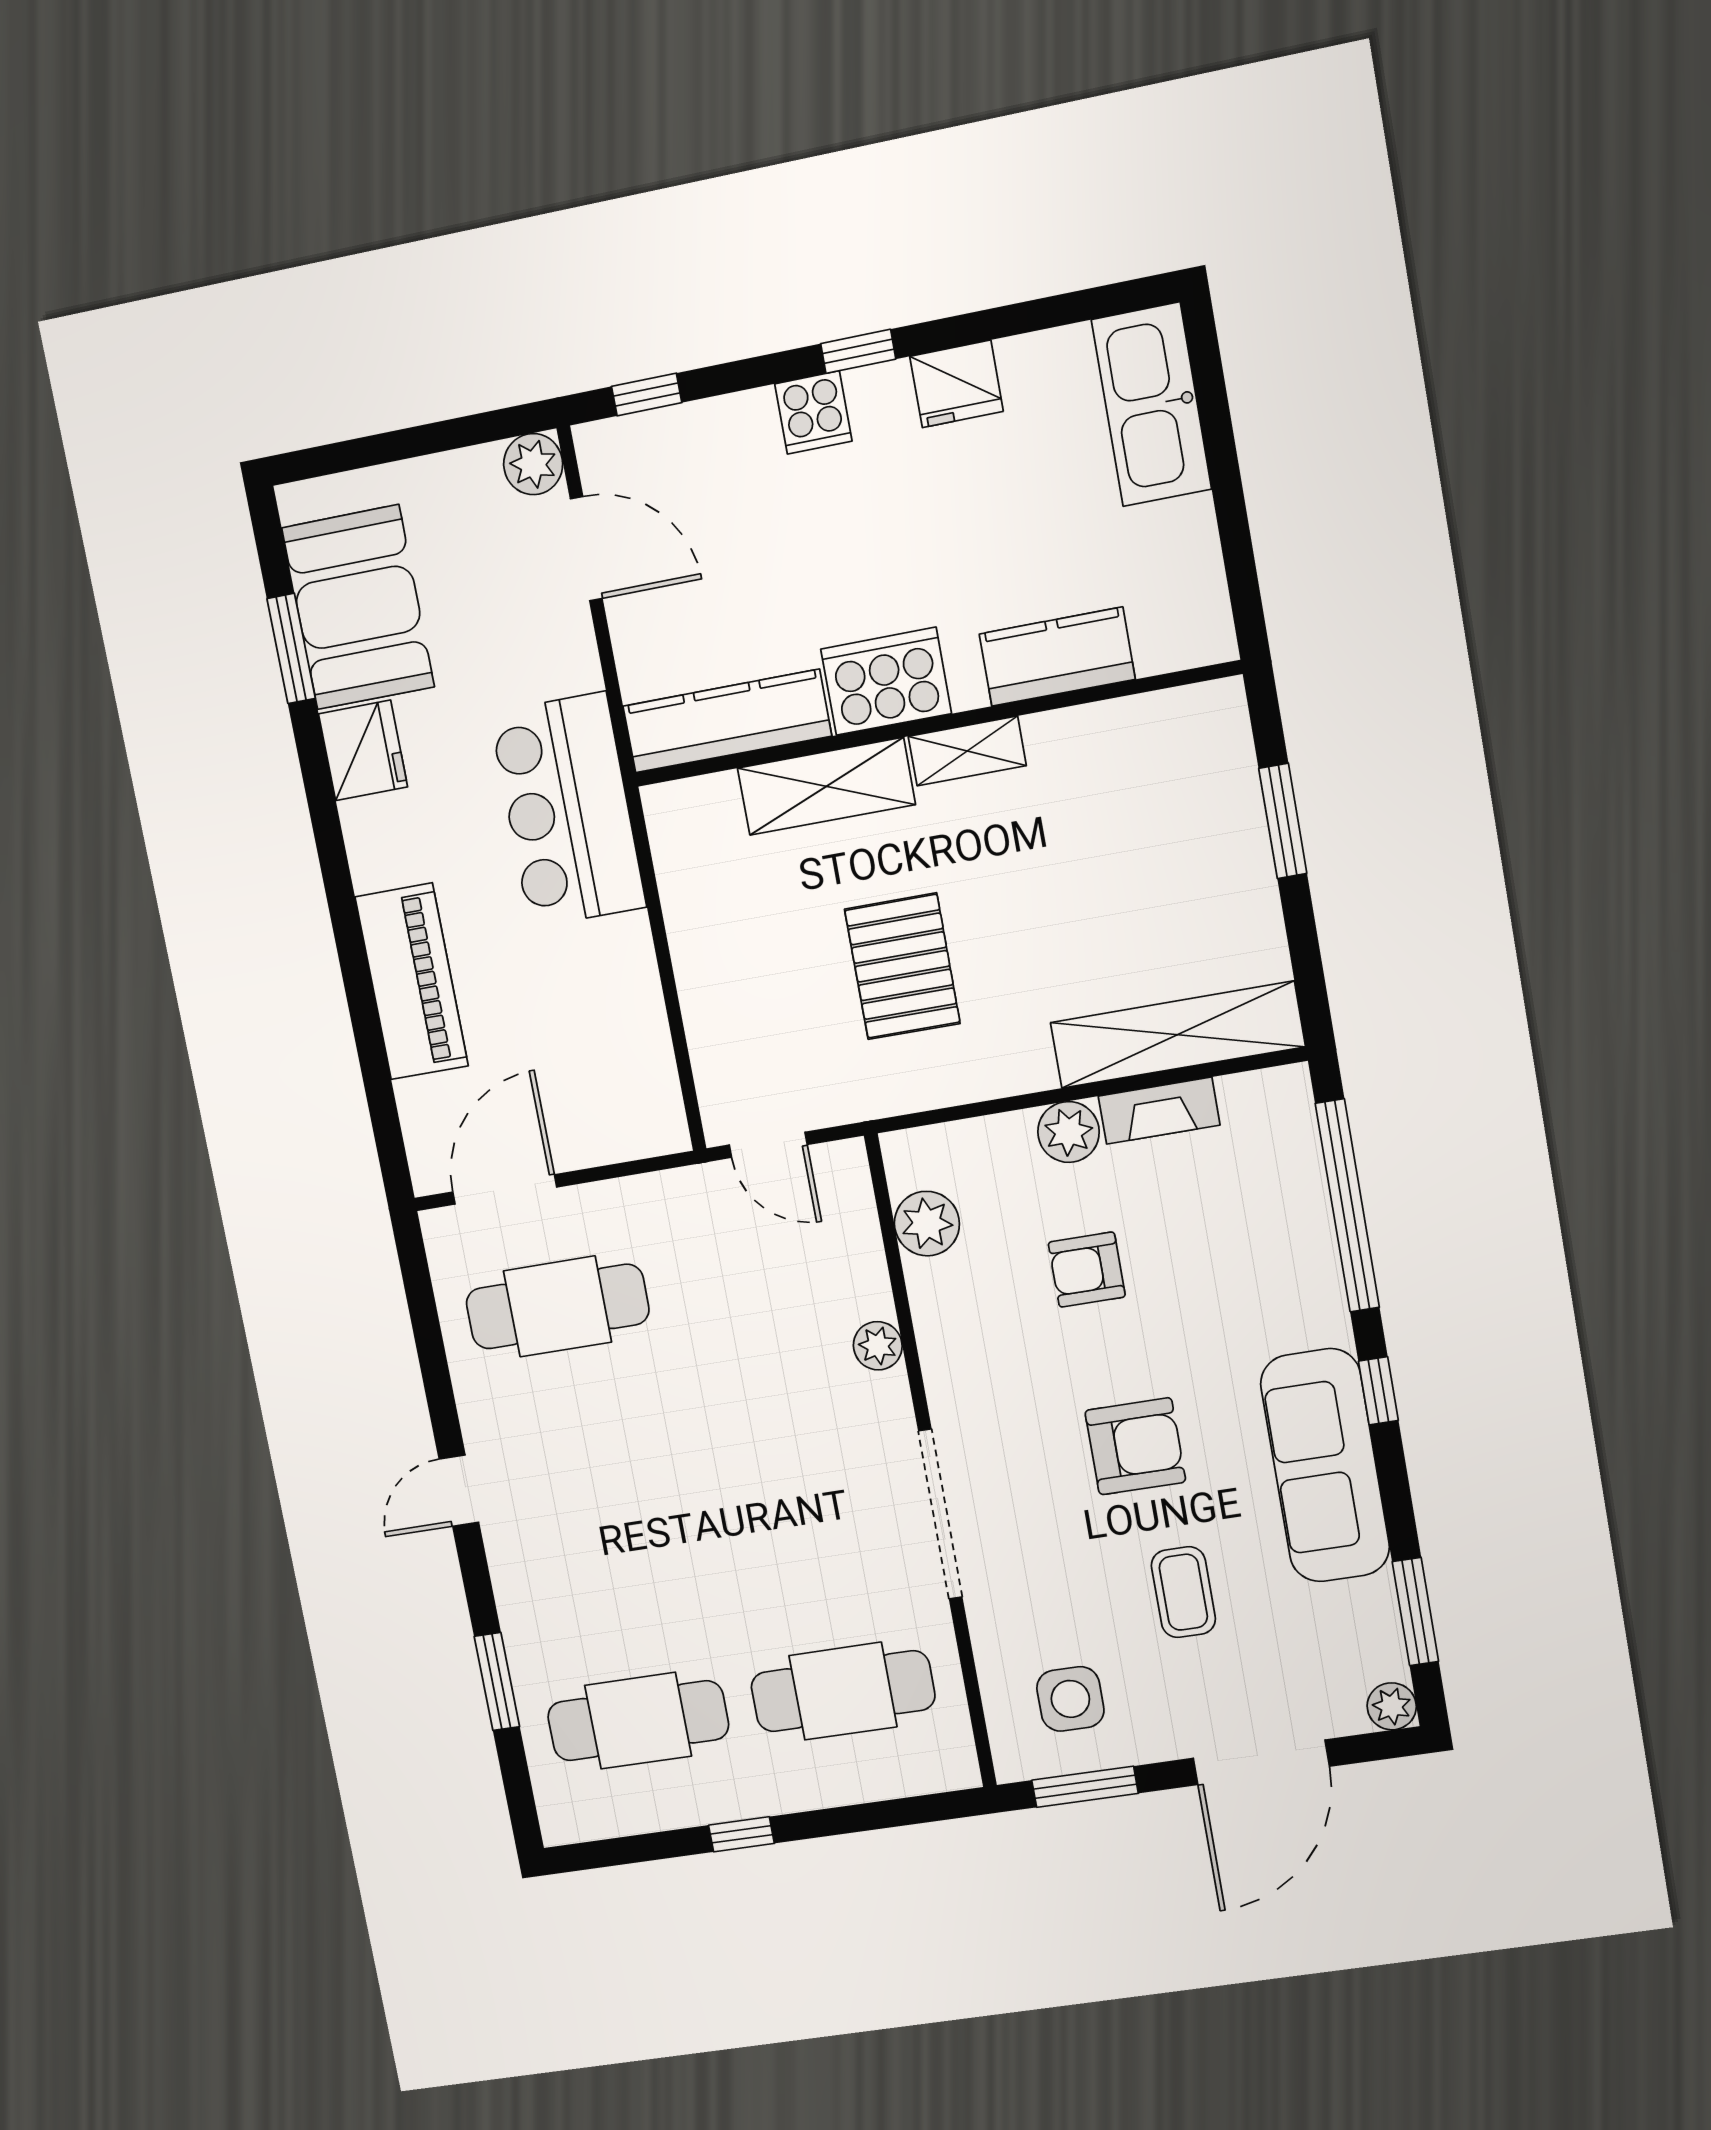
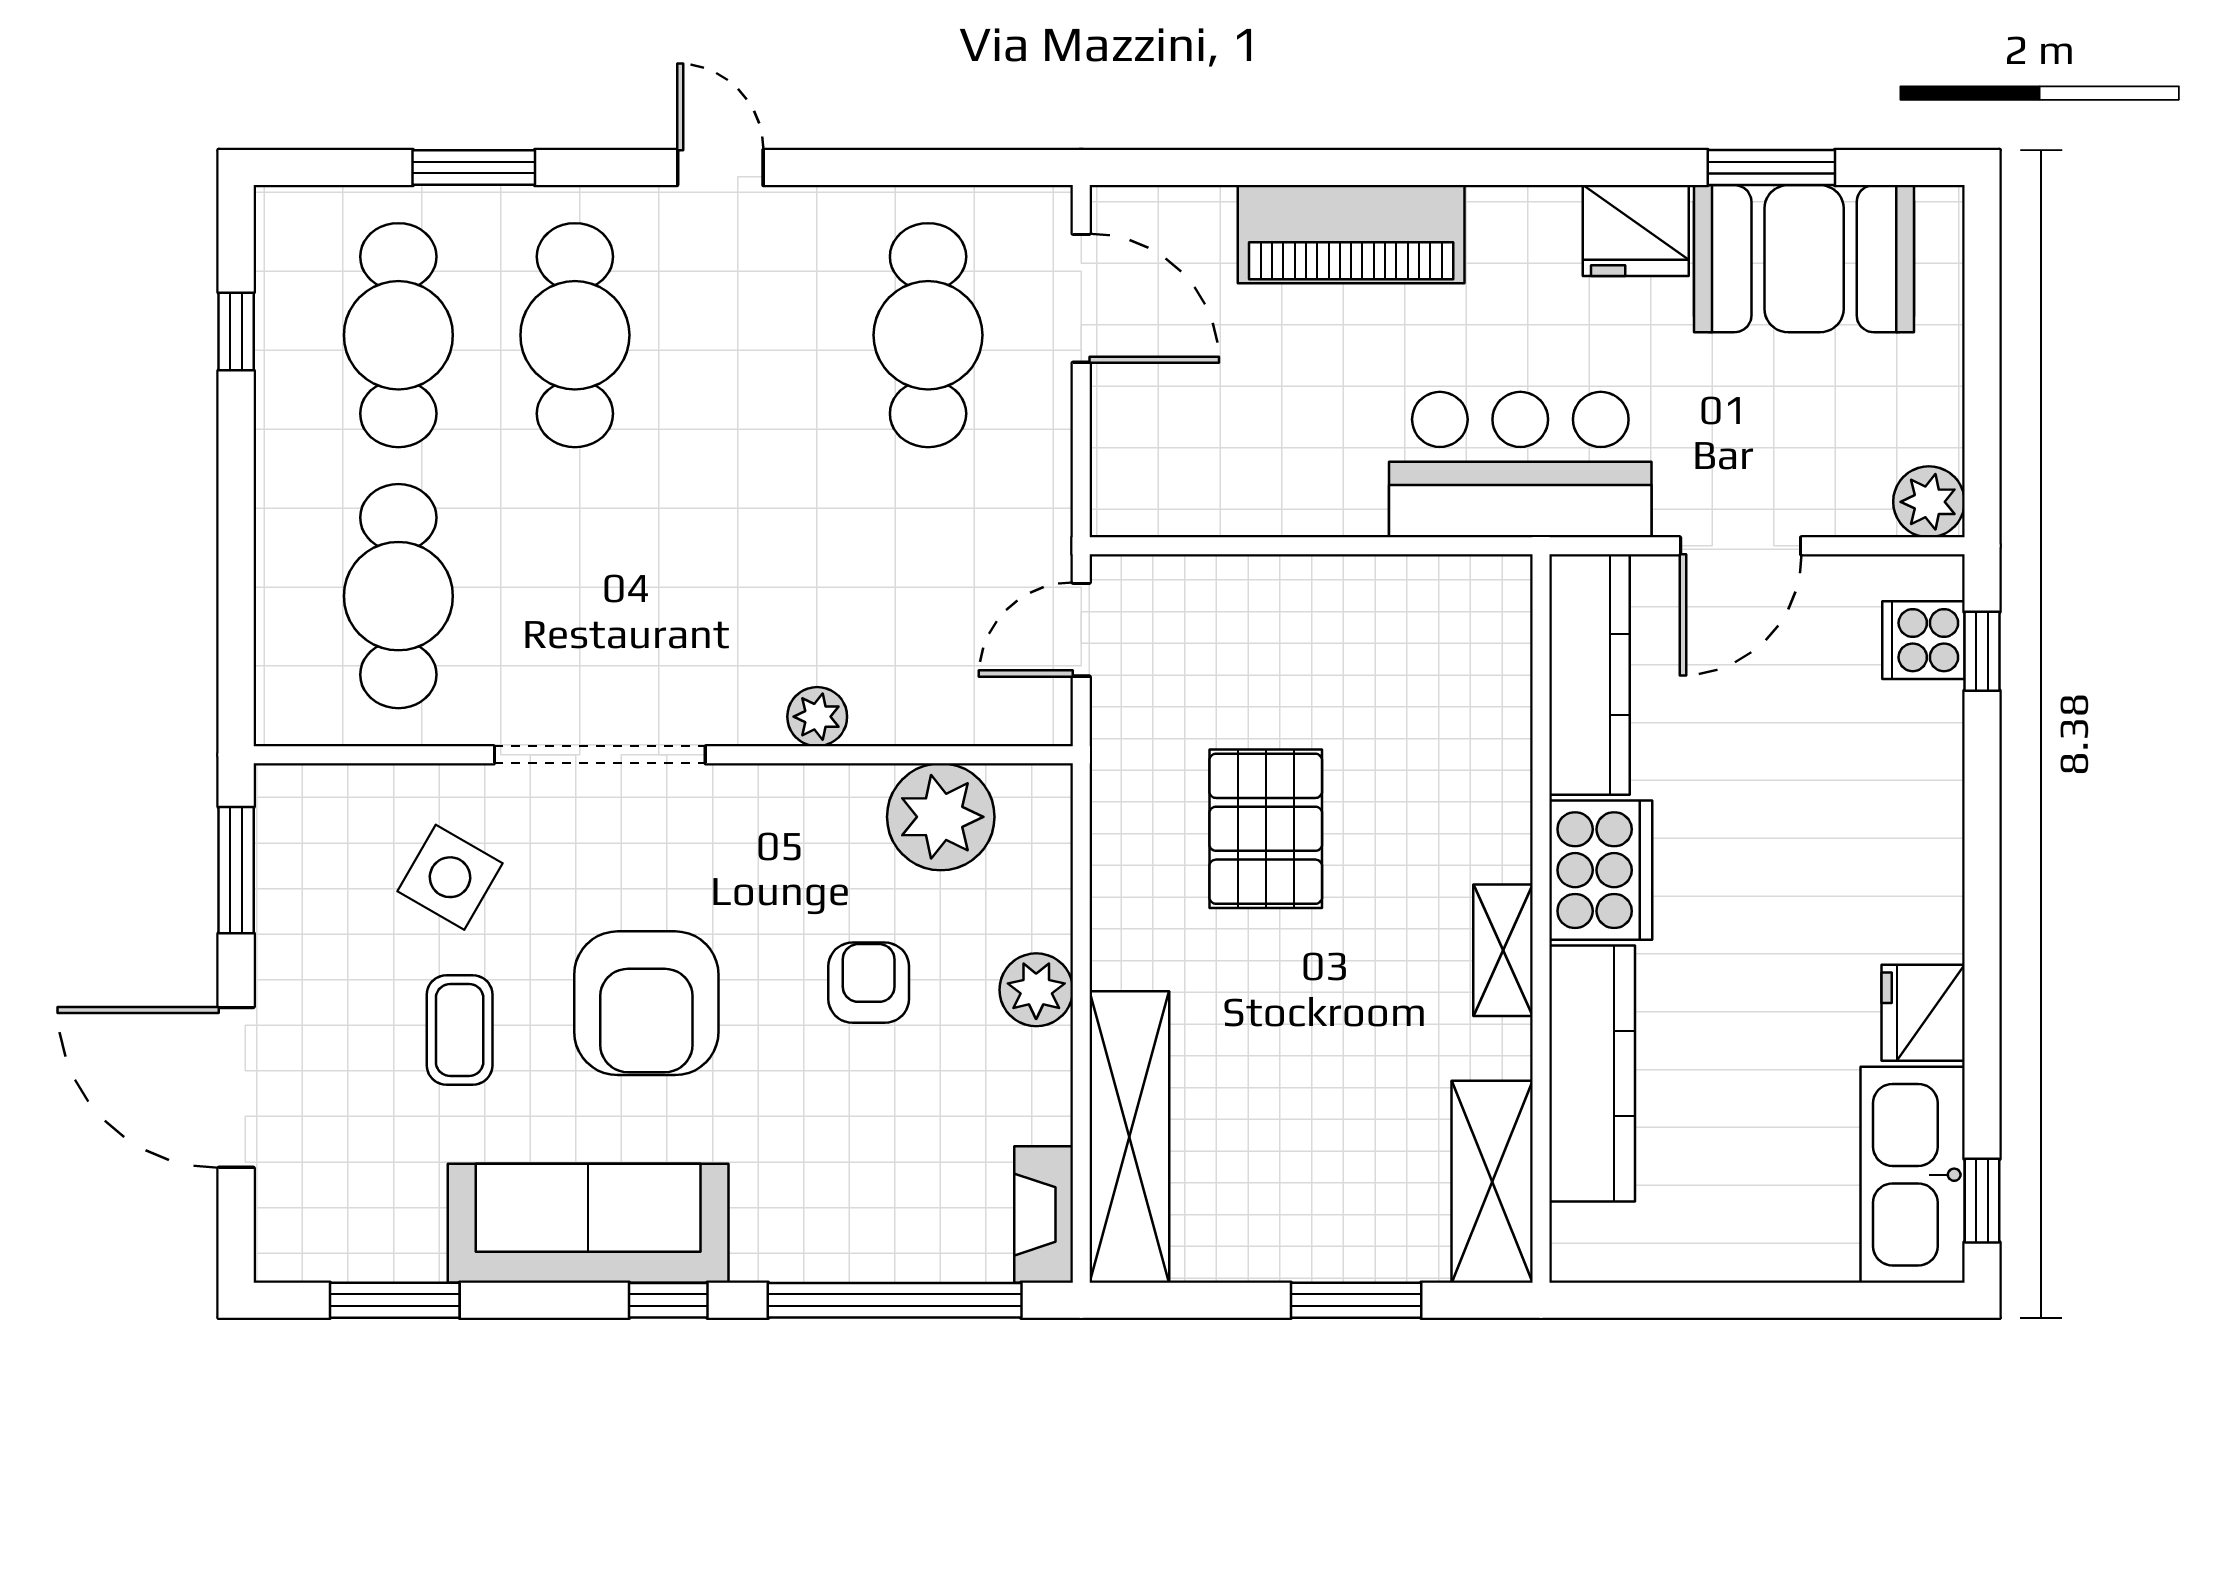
window: (858, 351) -> (1982, 1201), moved
kitchen sink: (1152, 404) -> (1913, 1175), moved, turned -90
cooker: (813, 412) -> (1923, 640), moved
door: (586, 549) -> (1741, 546), moved
kitchen counter: (1057, 657) -> (1592, 1074), width x1.50
shelving: (826, 786) -> (1492, 1182), moved
pallet: (902, 966) -> (1266, 829), turned 90
fireplace: (1159, 1111) -> (1044, 1215), moved
plant: (927, 1224) -> (941, 817), width x1.36, depth x1.36
armchair: (1135, 1446) -> (646, 1003), width x1.36, depth x1.36
cafe table: (611, 1584) -> (575, 335), added
coffee table: (1183, 1592) -> (460, 1030), turned 90
side table: (1070, 1699) -> (450, 877), moved, turned 30
plant: (1392, 1706) -> (283, 1254), removed
window: (741, 1834) -> (236, 331), moved

